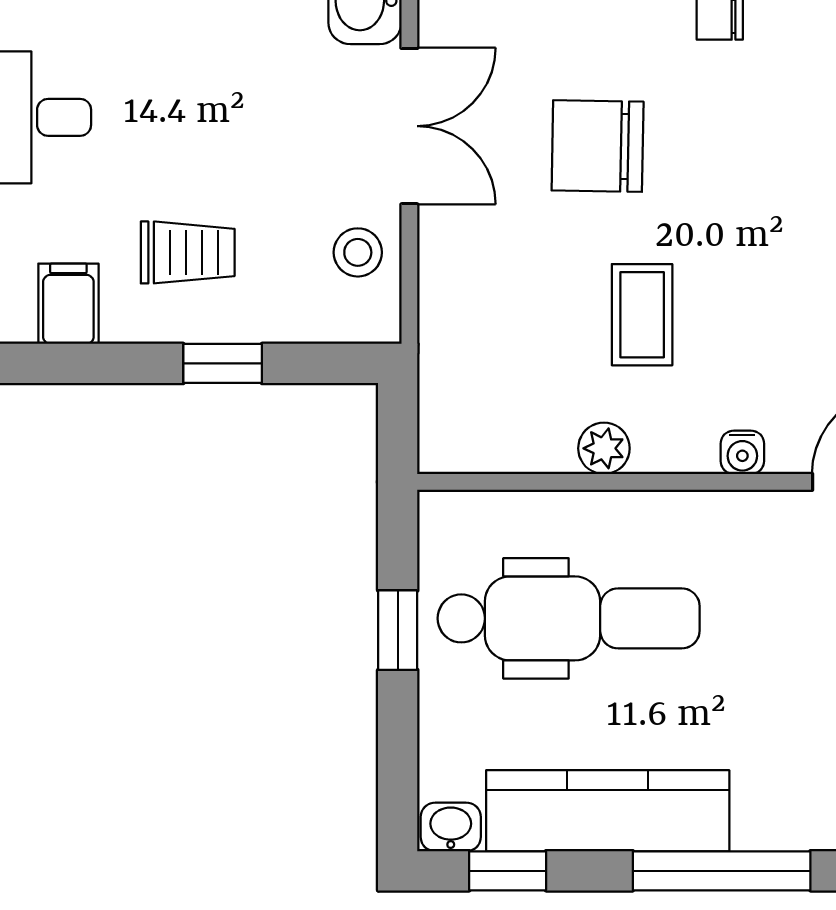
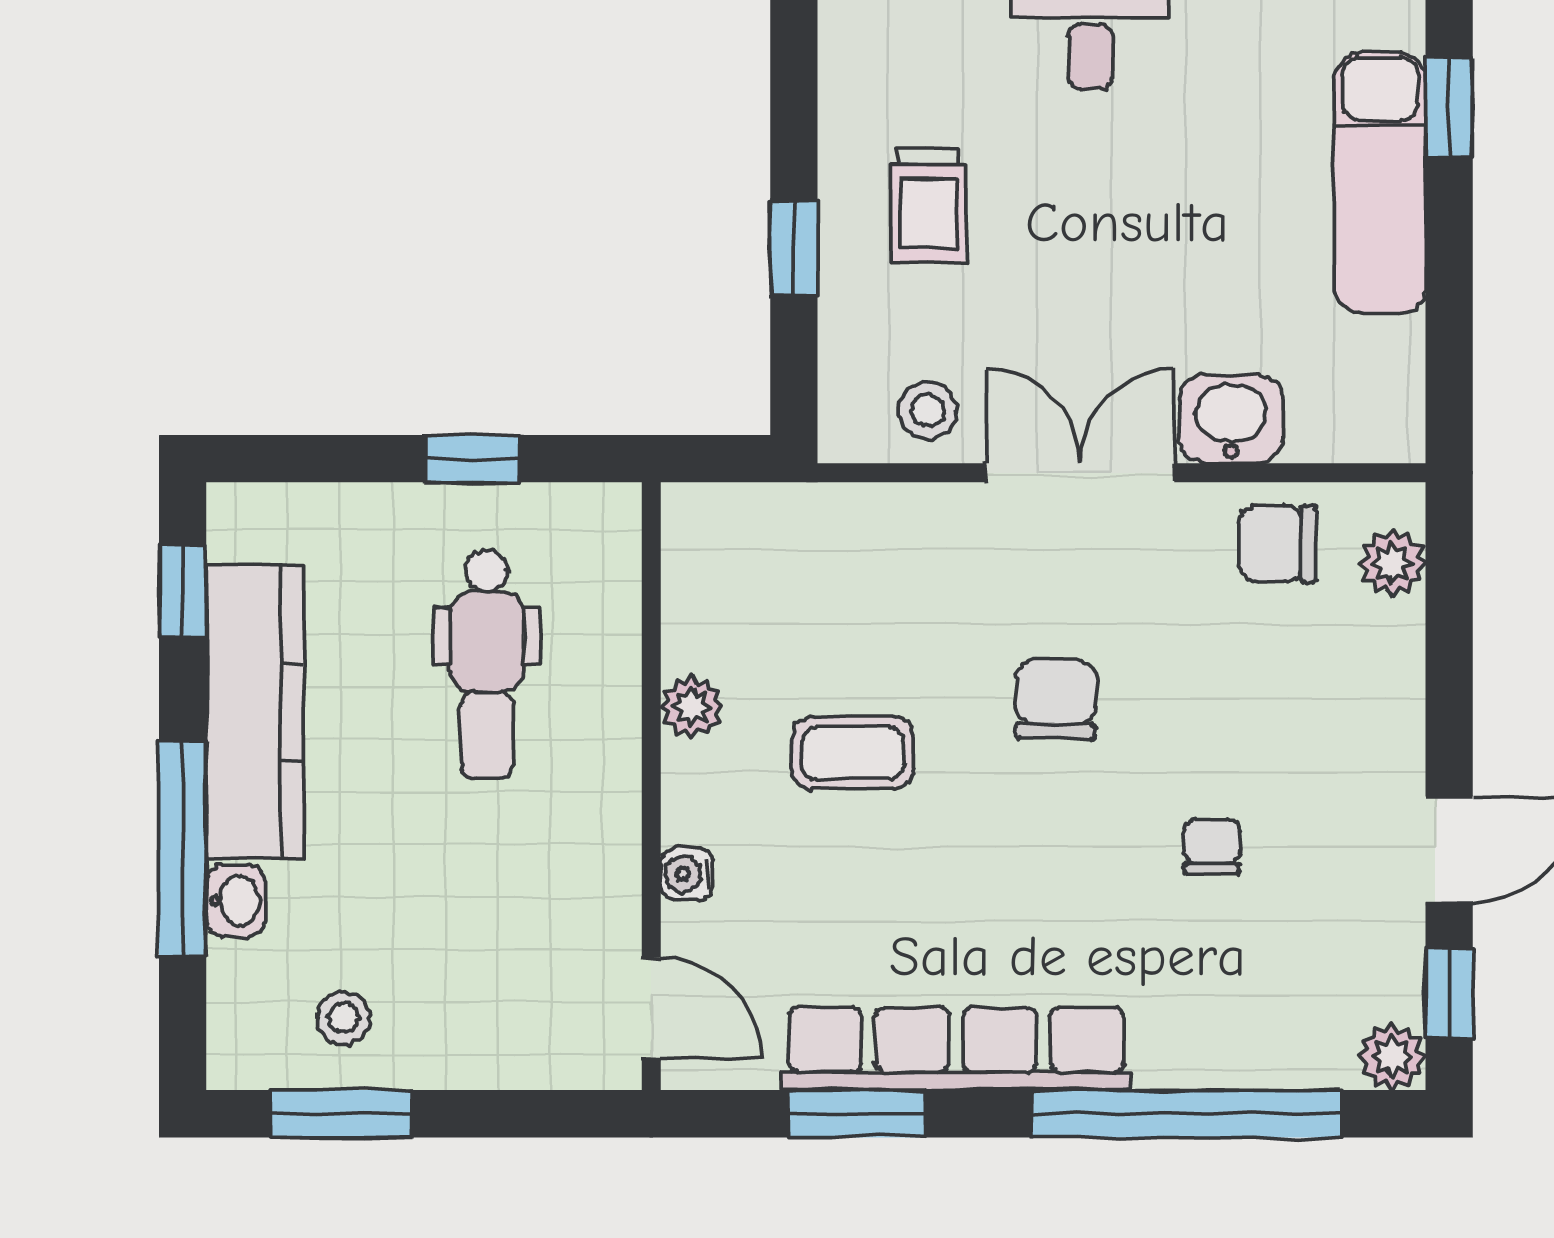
double door: (409, 126) -> (1080, 473), swing flipped
chair: (598, 146) -> (1056, 699), width x0.73, depth x0.73
filing cabinet: (68, 304) -> (866, 62), removed
dental chair: (569, 618) -> (487, 665), width x0.73, depth x0.72
washbasin: (451, 827) -> (235, 901), moved

